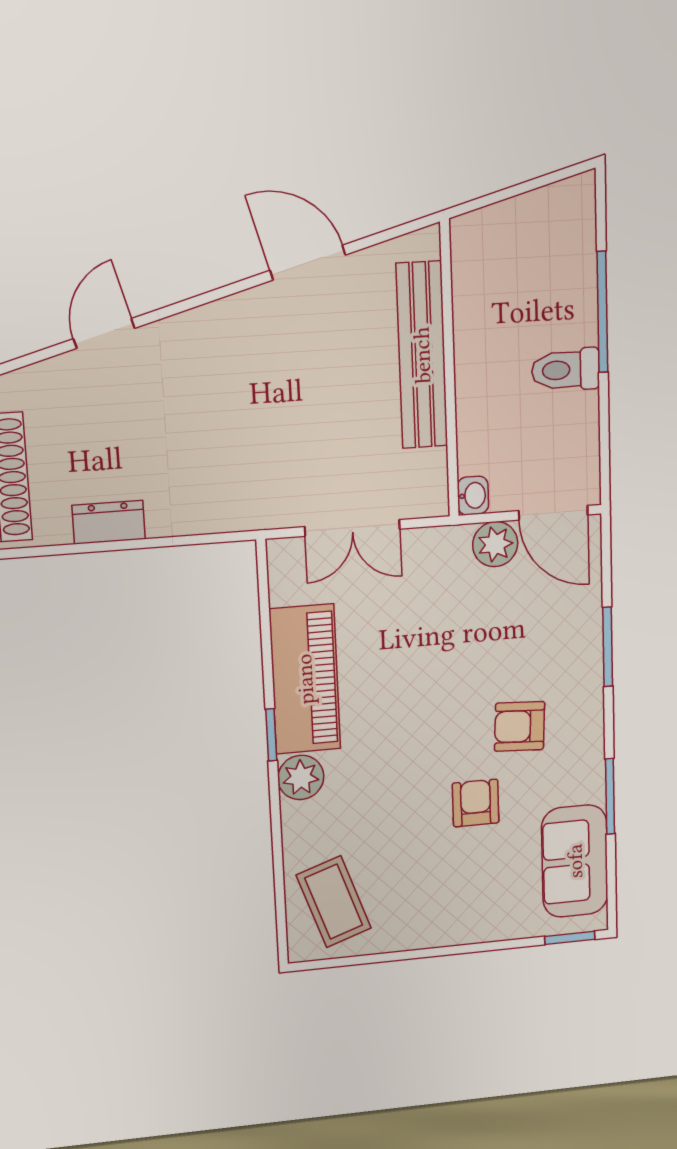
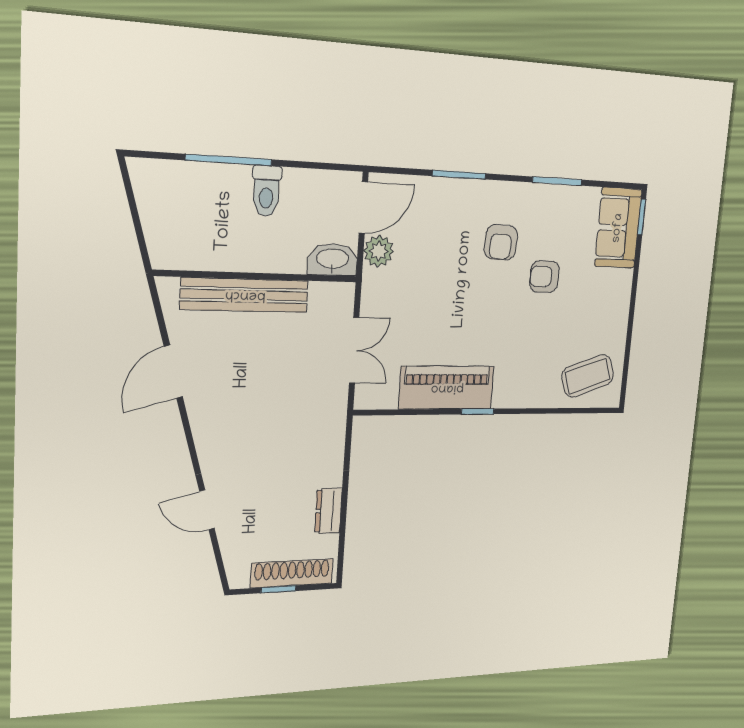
washbasin: (473, 496) -> (333, 260), width x1.91, depth x1.45
plant: (301, 777) -> (508, 393), removed
sofa: (575, 861) -> (618, 228), moved, turned 90

